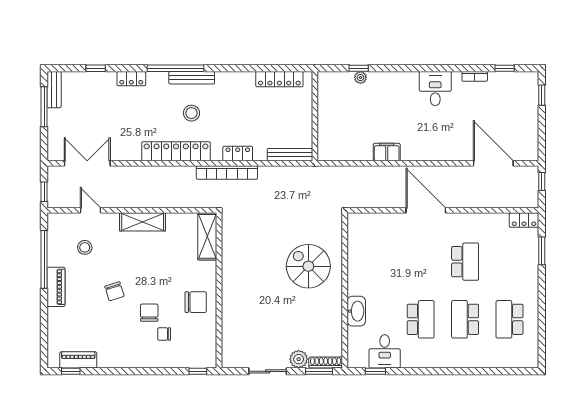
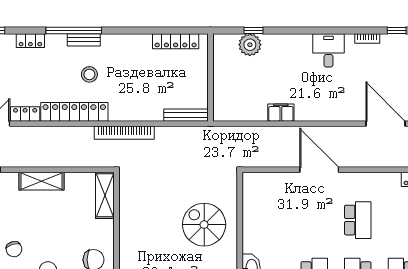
plant: (360, 77) -> (250, 45), width x1.88, depth x1.88
bench: (192, 78) -> (84, 40), width x0.73
locker: (238, 153) -> (25, 114), moved

